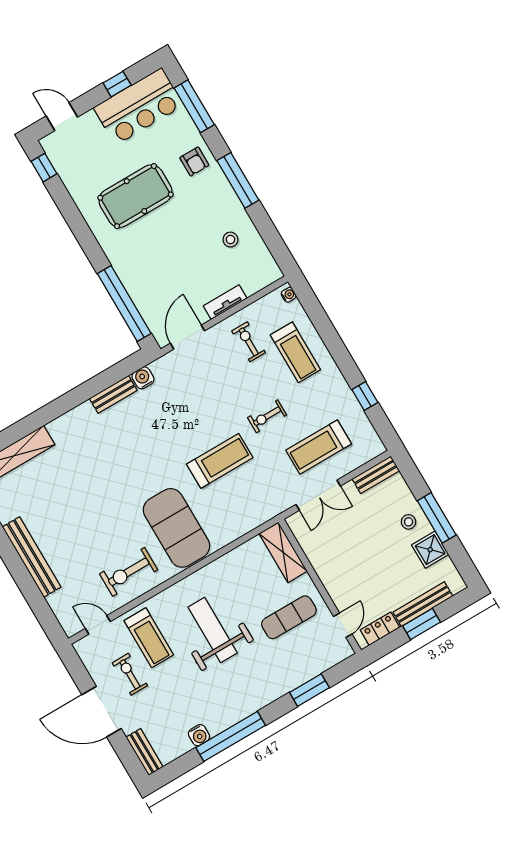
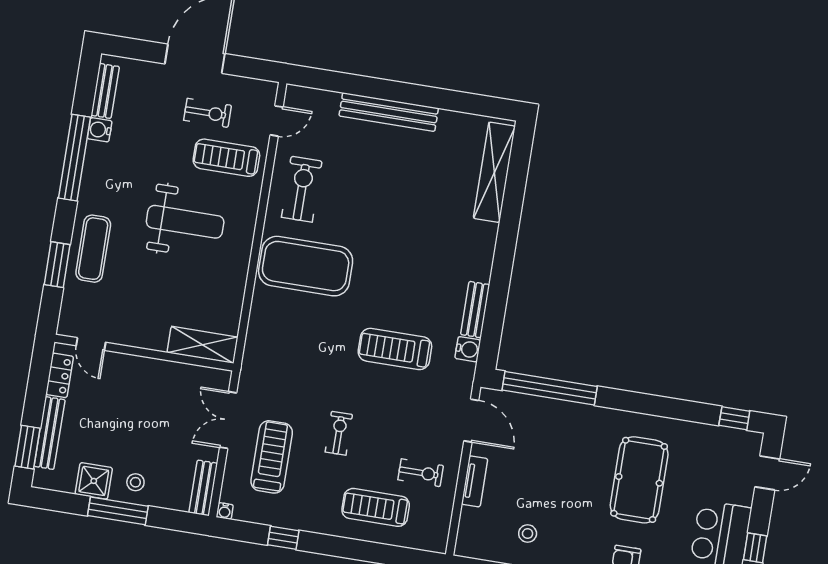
water cooler: (289, 295) -> (225, 511), moved
treadmill: (220, 461) -> (395, 349), moved, turned 90
exercise mat: (289, 617) -> (93, 249), moved
window: (421, 624) -> (28, 447), moved
bench: (145, 752) -> (105, 91), moved, turned 90

